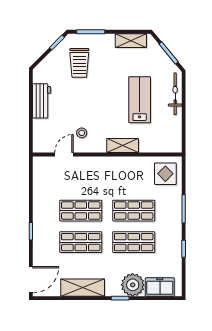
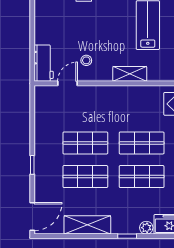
workbench: (42, 101) -> (44, 63), moved
plant: (133, 285) -> (146, 228), width x0.53, depth x0.53

